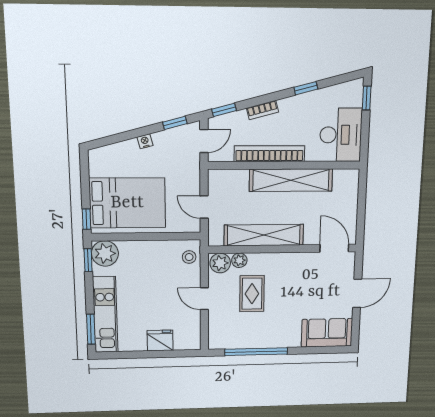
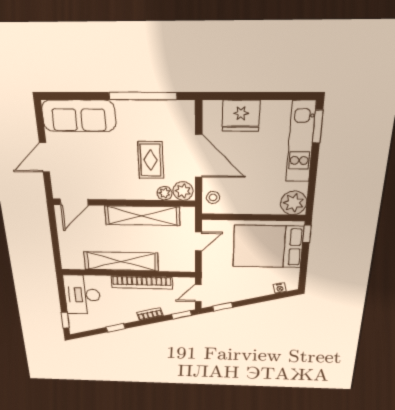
nightstand: (145, 141) -> (280, 288), moved
door: (204, 207) -> (198, 241), hinge flipped
door: (334, 248) -> (74, 202), hinge flipped
window: (88, 260) -> (311, 197), removed
door: (204, 299) -> (199, 156), width x1.87
sofa: (327, 333) -> (79, 116), width x1.36
fridge: (160, 341) -> (241, 116), width x1.36, depth x1.34

